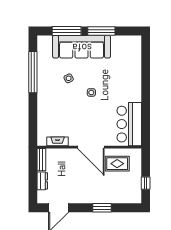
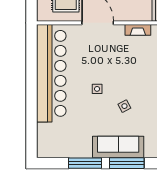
sofa: (82, 47) -> (118, 147), width x0.74, depth x0.79
bar counter: (129, 124) -> (51, 73), width x1.86

